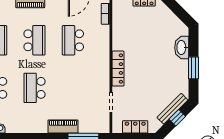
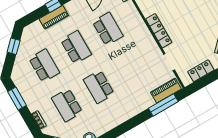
school desk: (73, 40) -> (108, 29), turned 180
piano: (63, 126) -> (166, 91), moved

